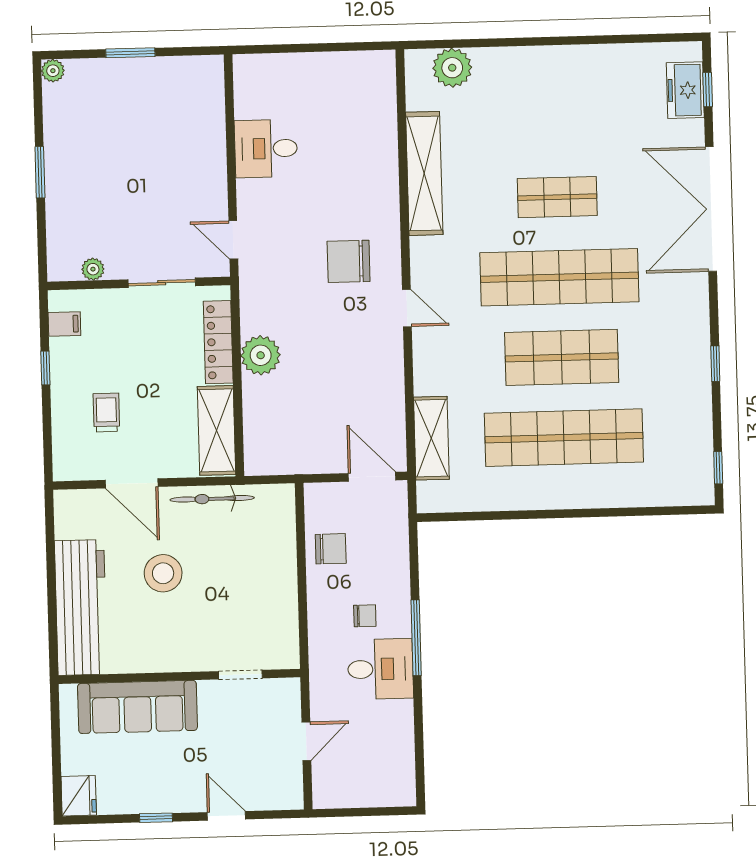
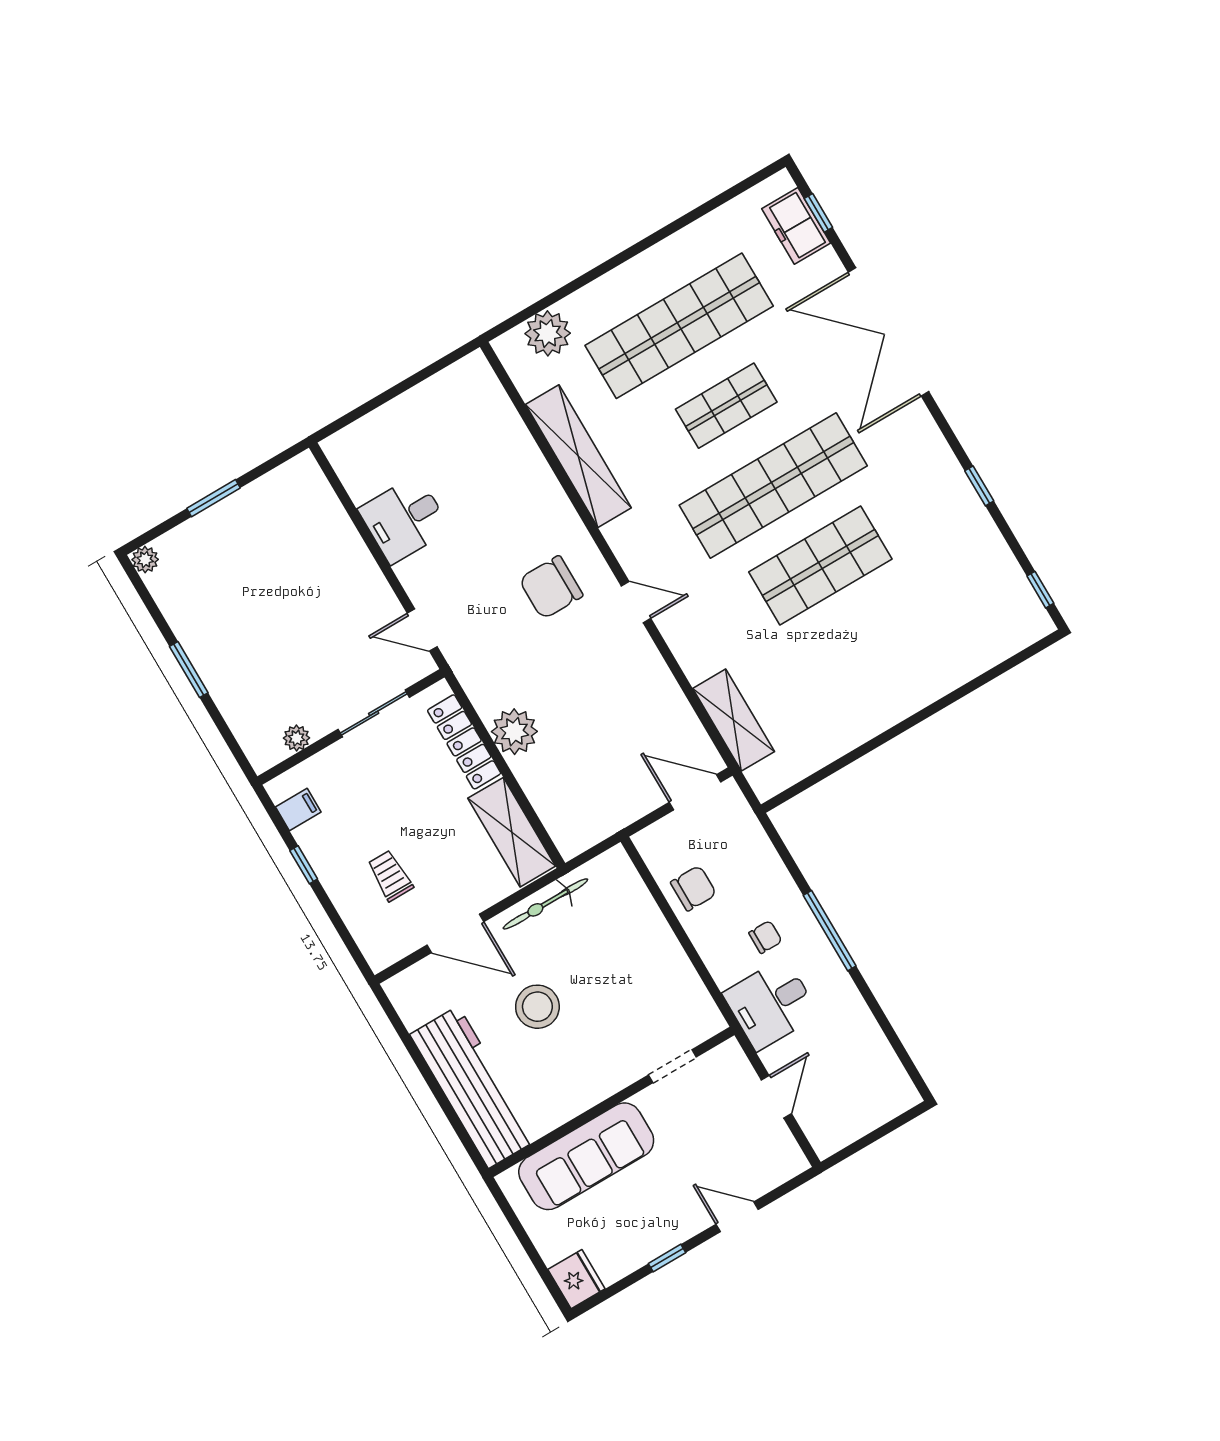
shop shelf: (564, 438) -> (679, 326), moved
desk: (380, 669) -> (771, 1004), moved, turned 180

